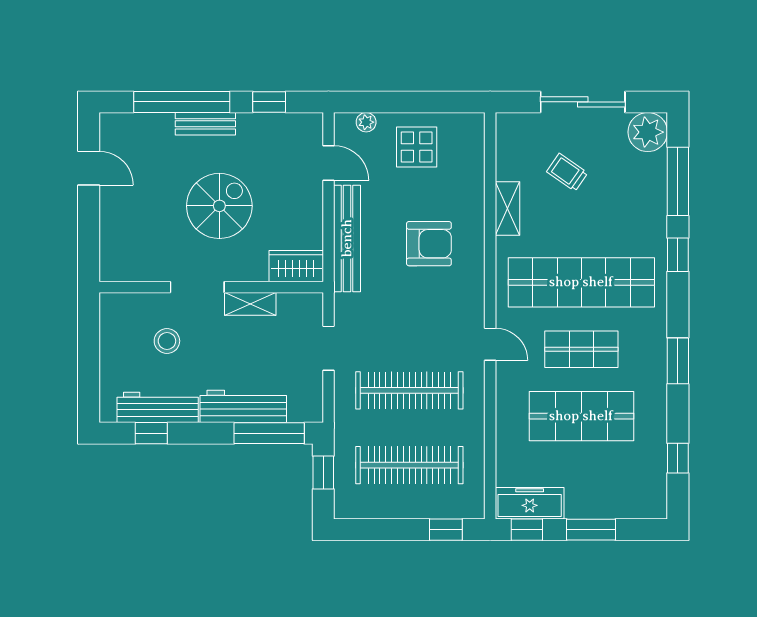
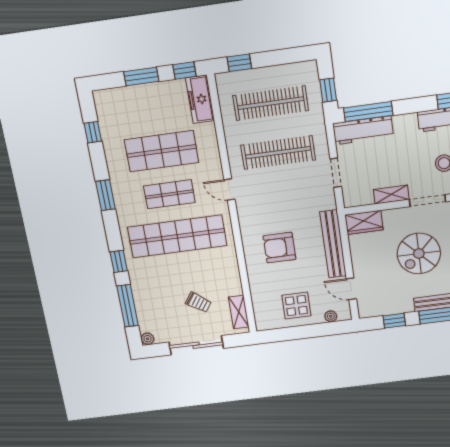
plant: (648, 132) -> (148, 339), width x0.53, depth x0.53
shelving: (507, 208) -> (239, 312), moved
workbench: (243, 406) -> (363, 130), moved
freezer: (530, 503) -> (200, 99), moved, turned 90

